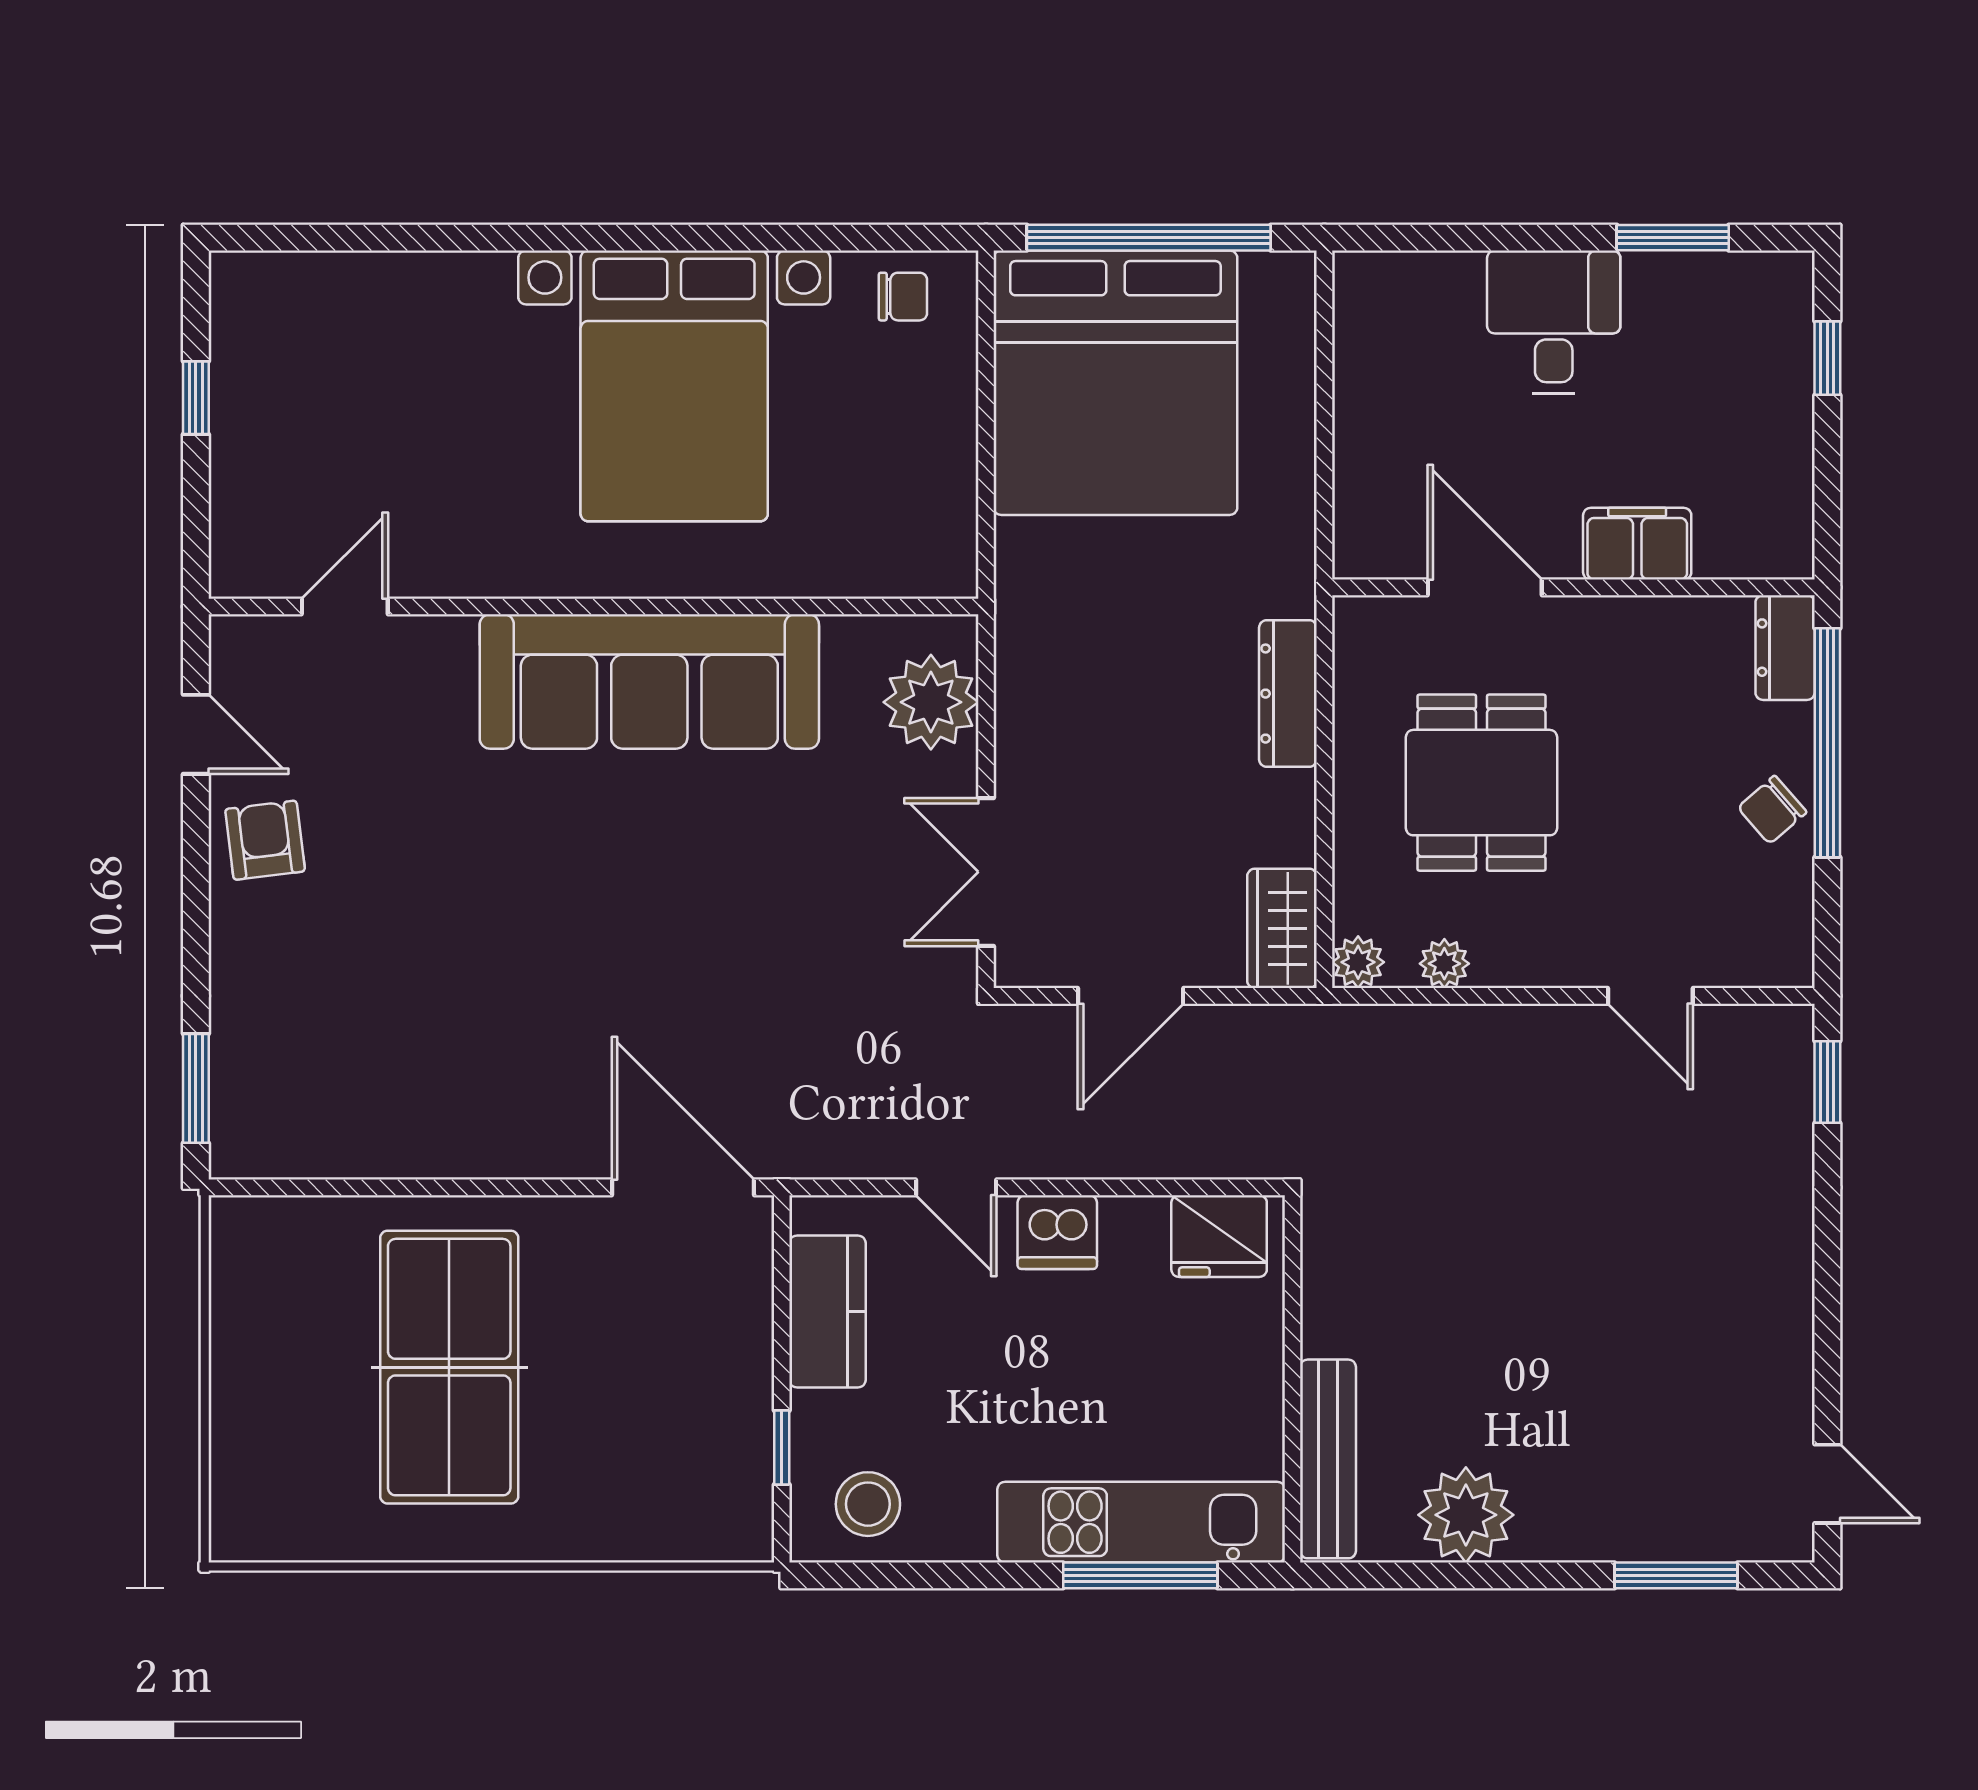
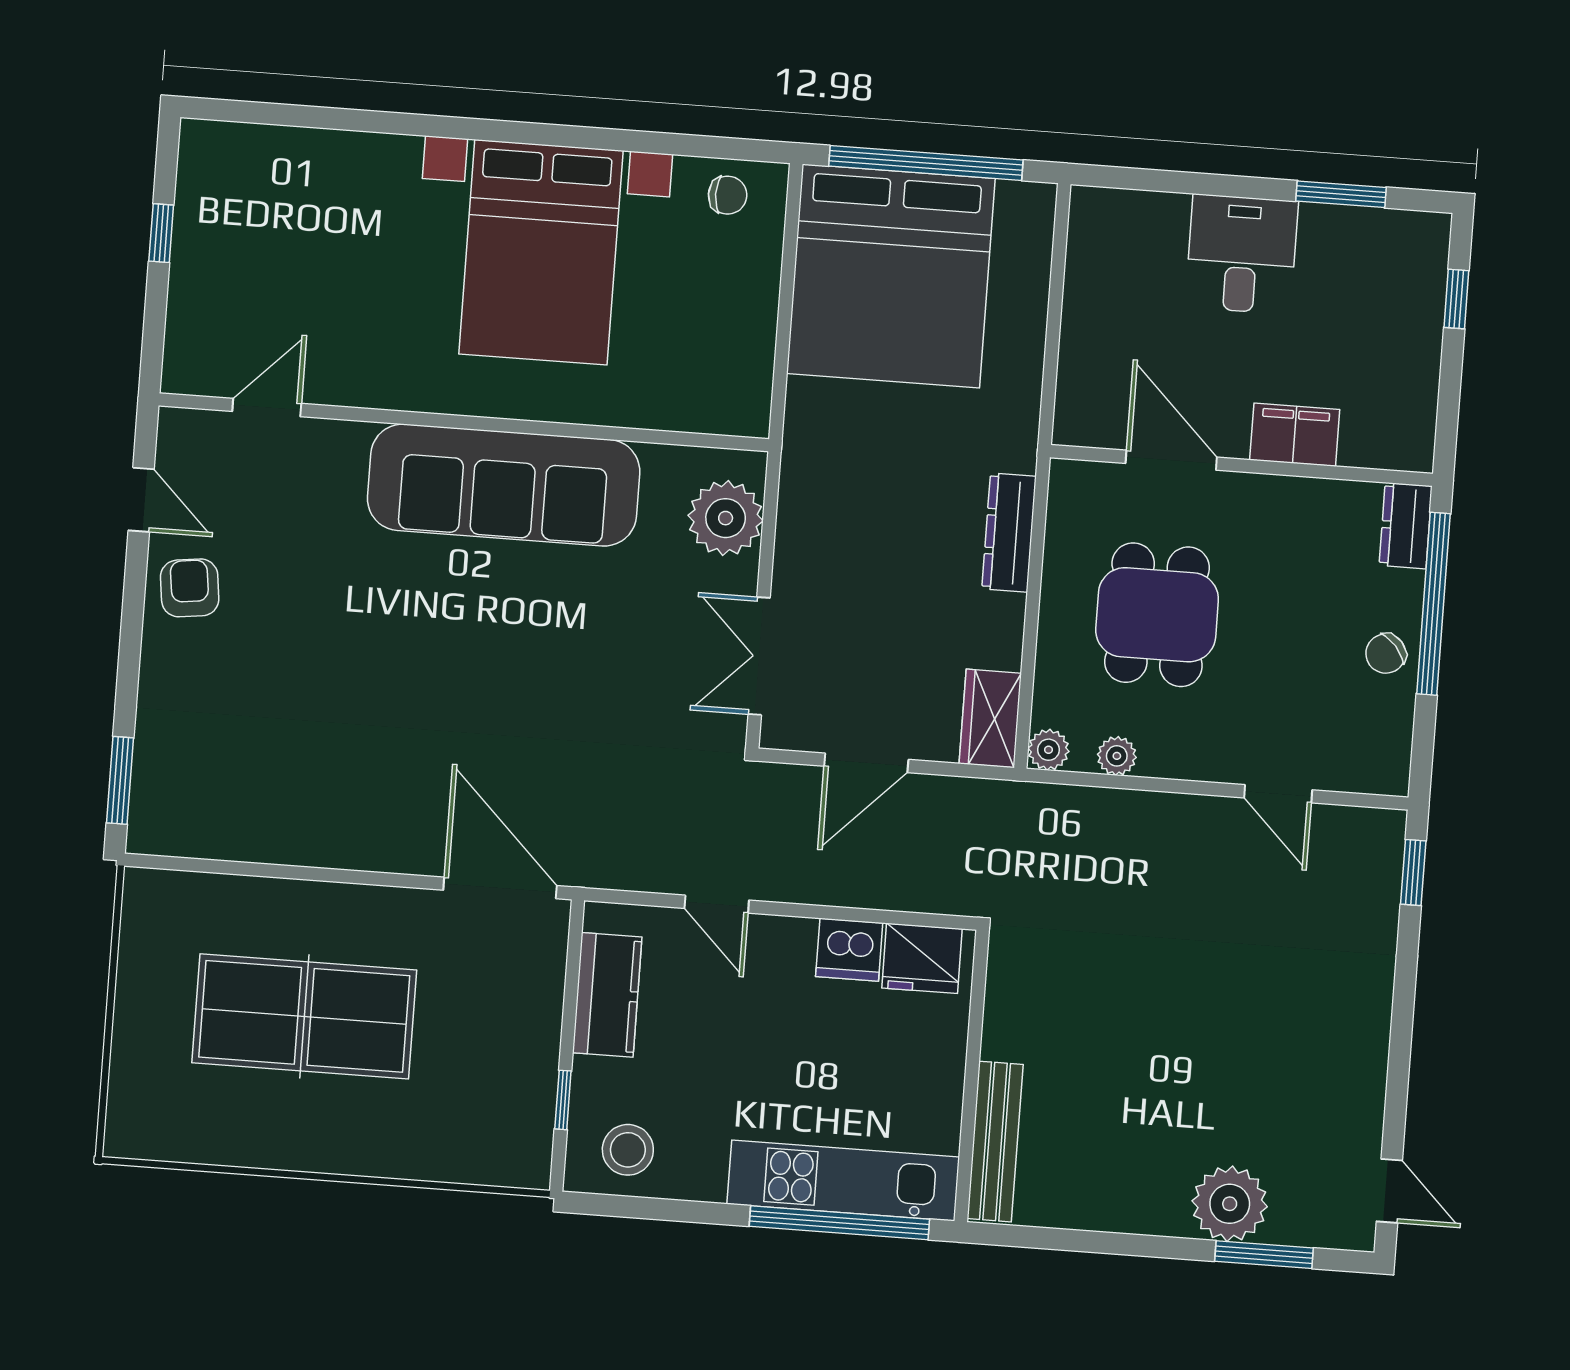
dishwasher: (1057, 1232) -> (849, 950), moved
table tennis table: (449, 1367) -> (304, 1016), turned 90
plant: (1466, 1515) -> (1230, 1204), moved
window: (1140, 1575) -> (839, 1223), width x1.46

